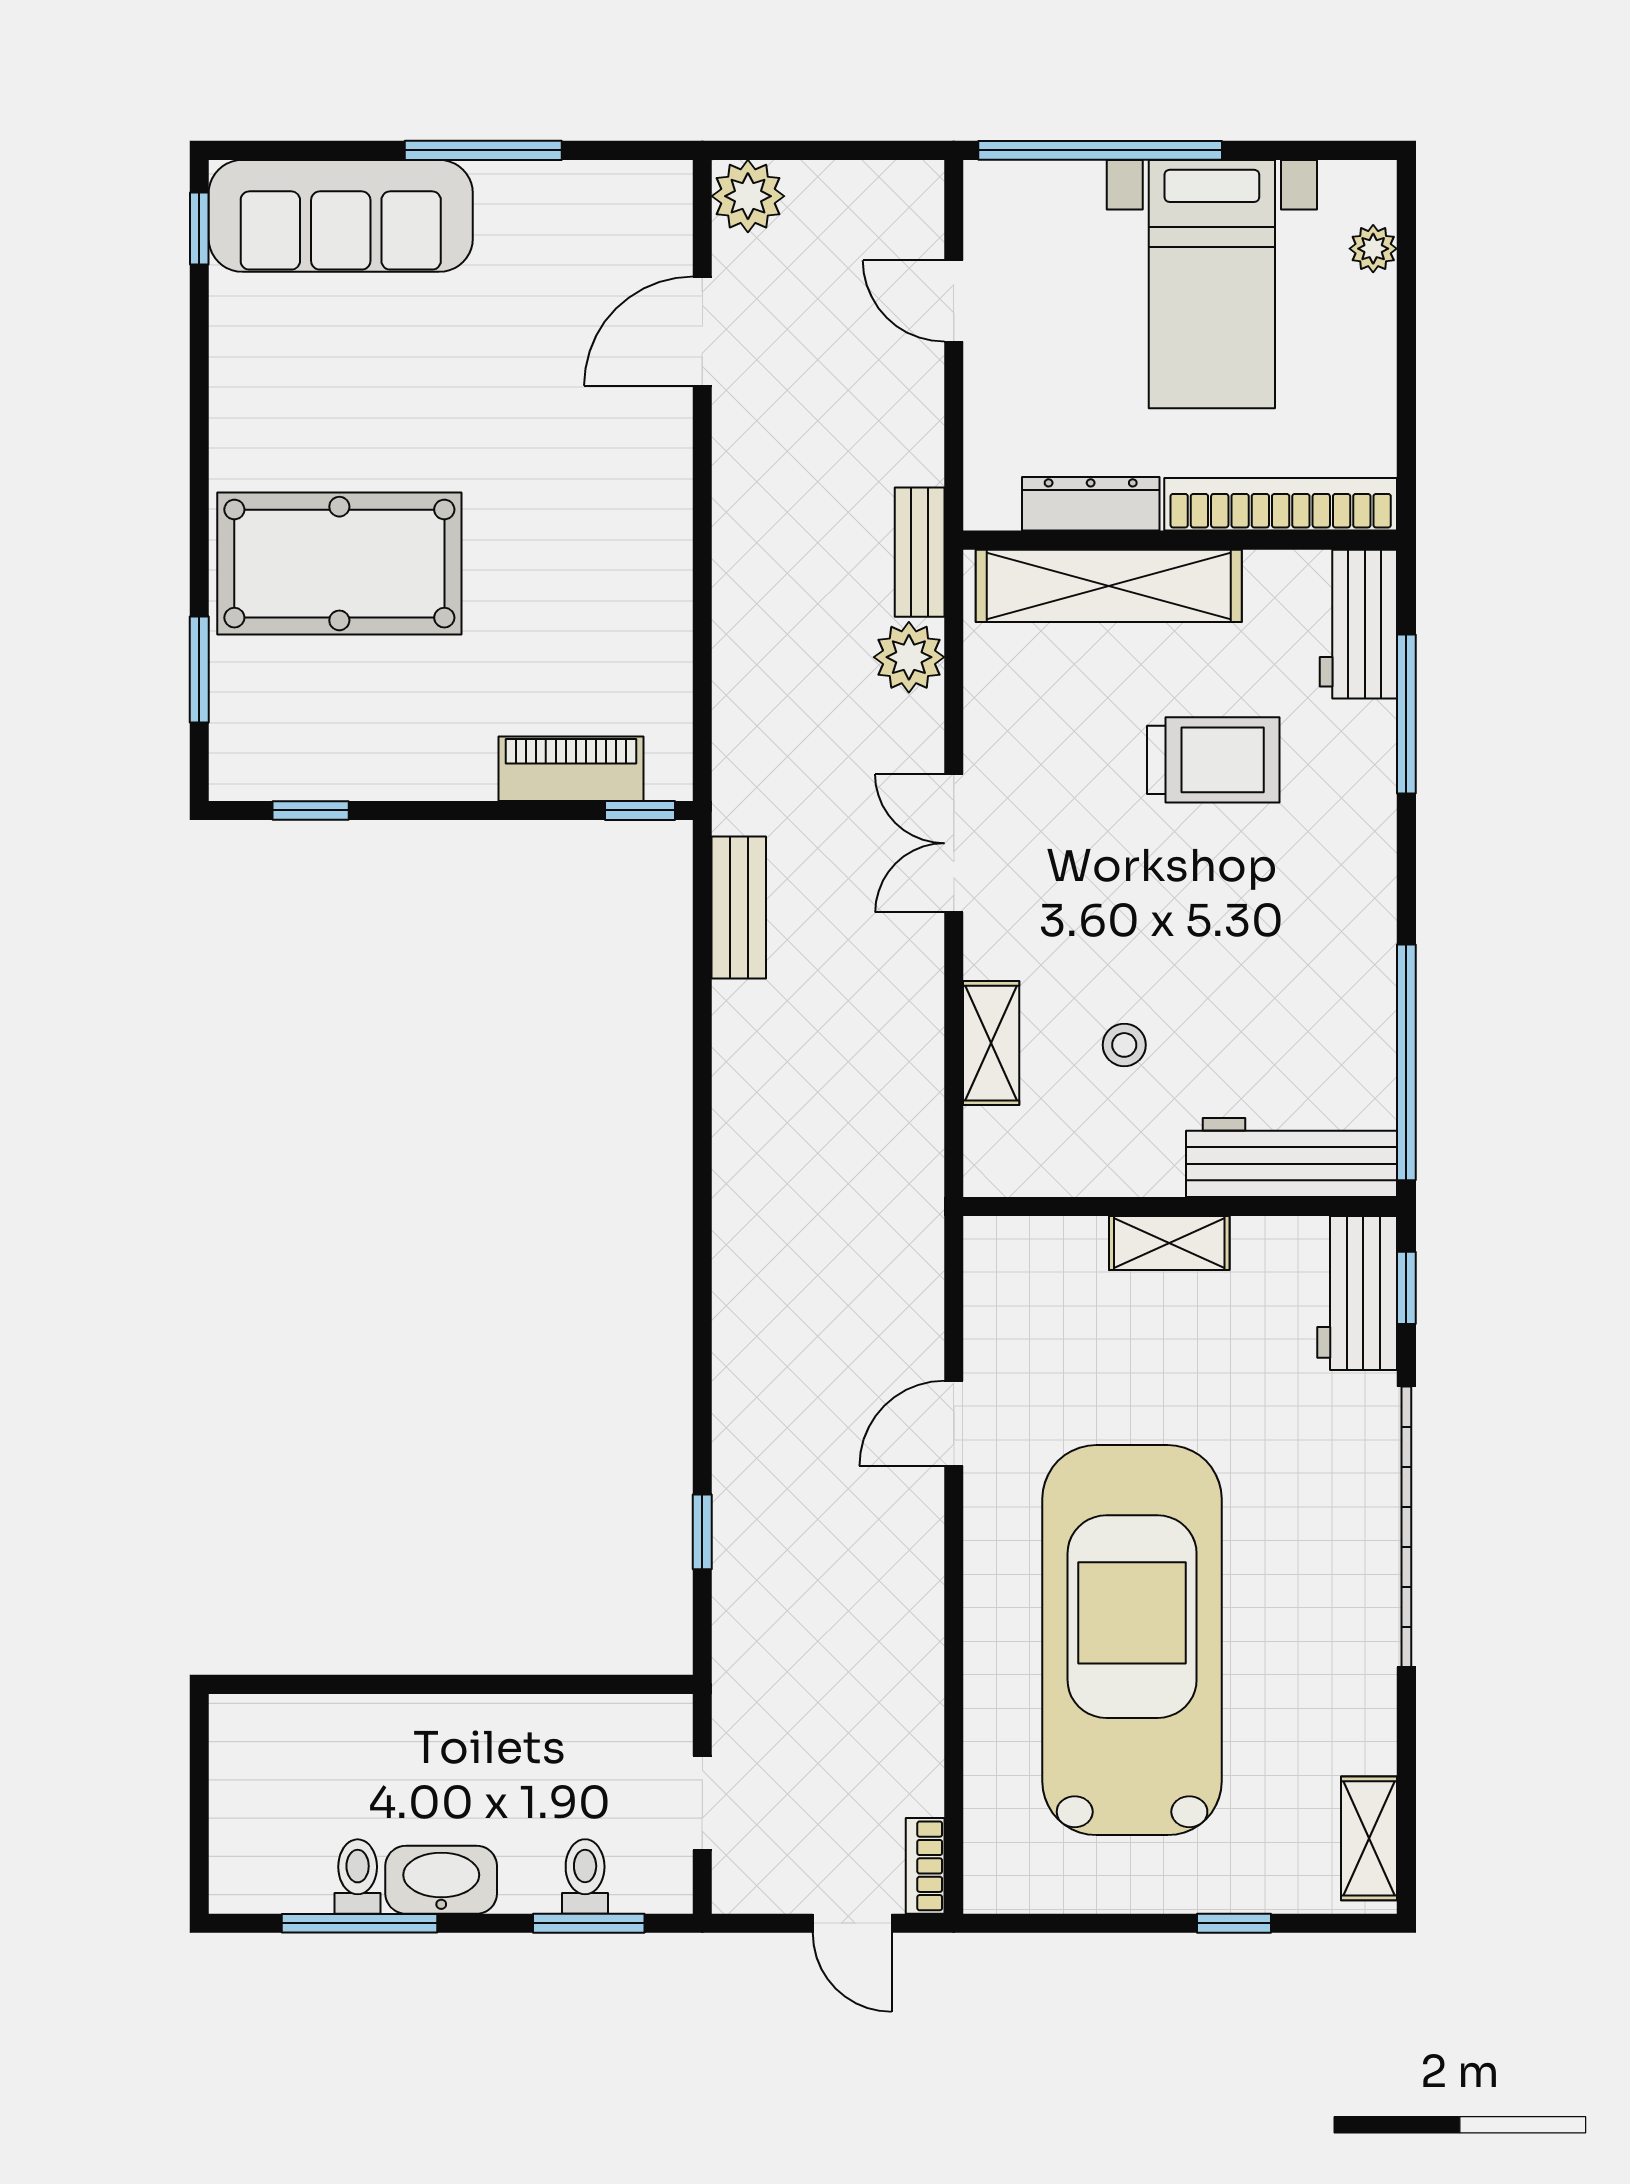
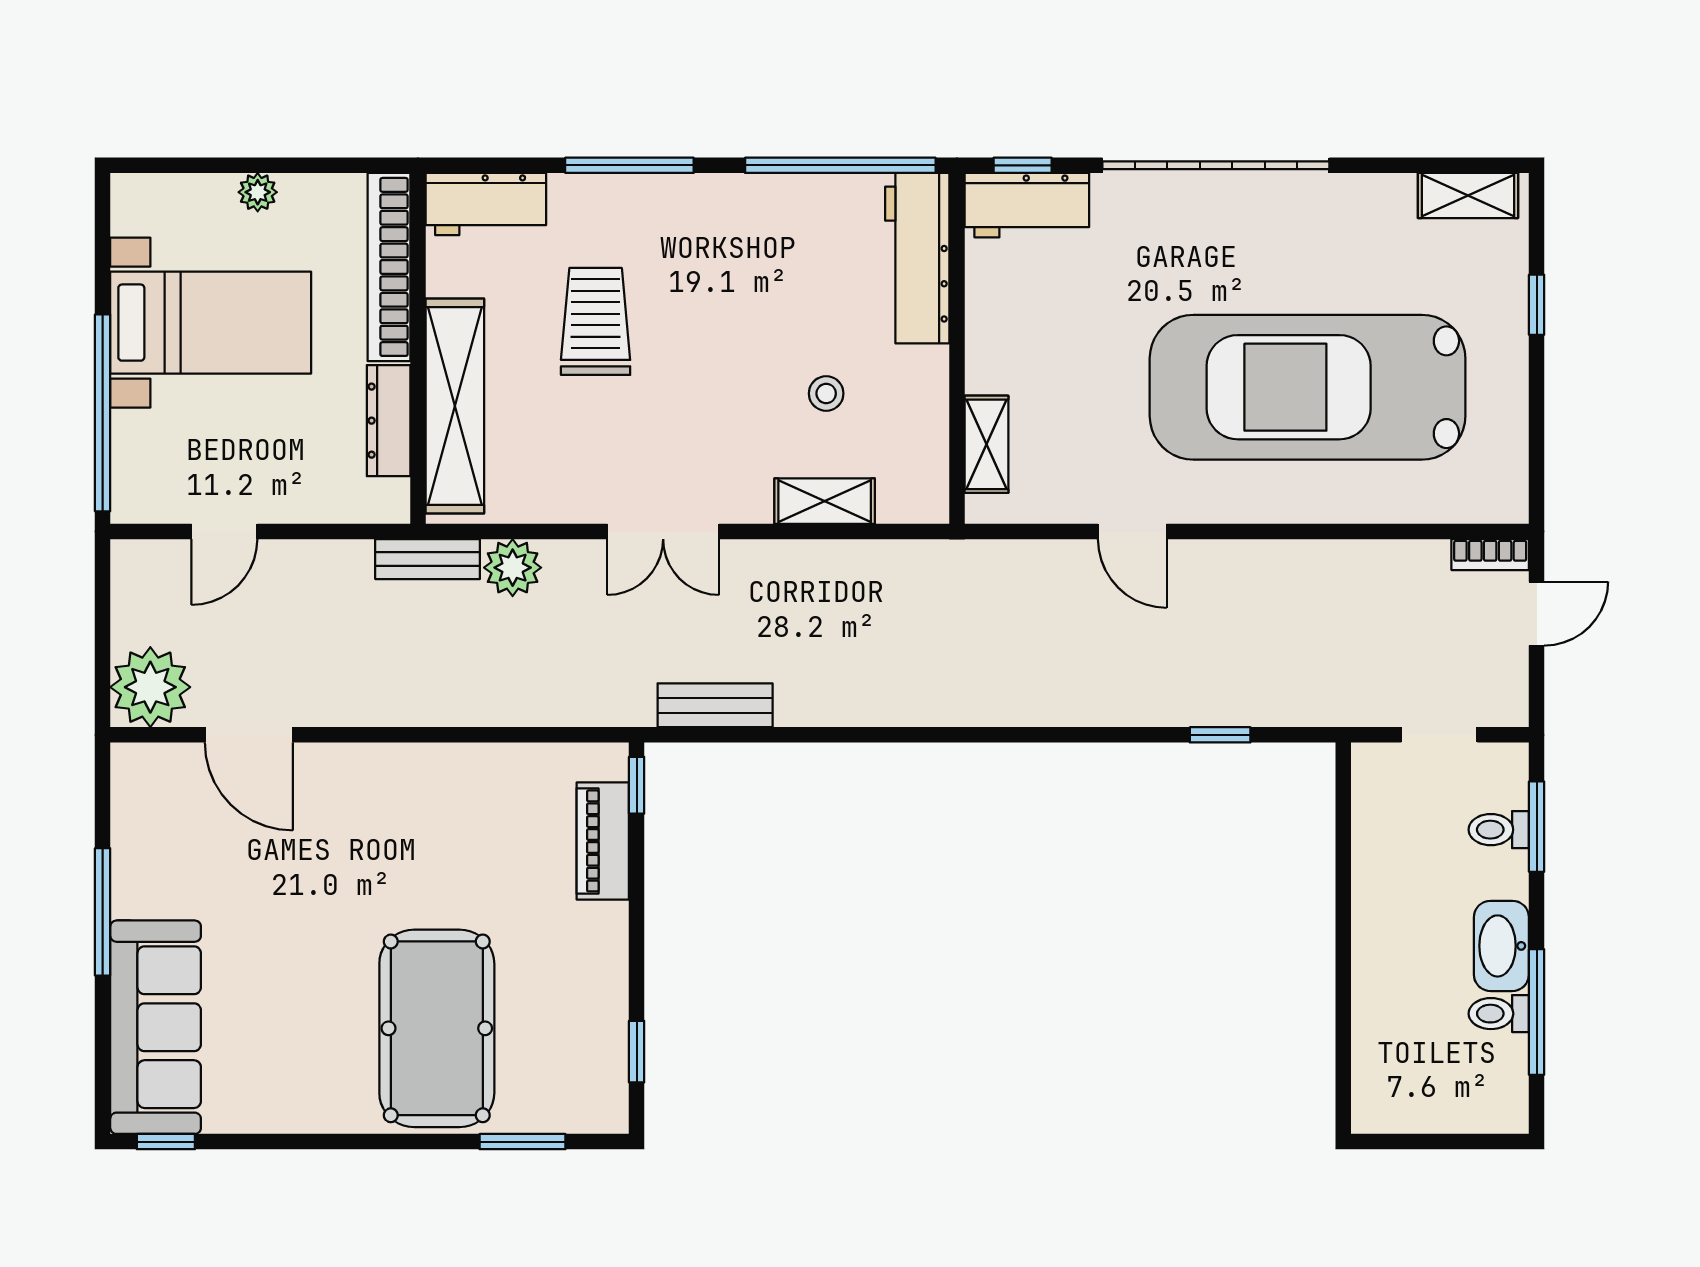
plant: (748, 196) -> (150, 687), width x1.36, depth x1.36
plant: (1373, 249) -> (258, 192), moved
window: (1406, 714) -> (629, 165), moved
shelving: (1169, 1243) -> (986, 444), moved

